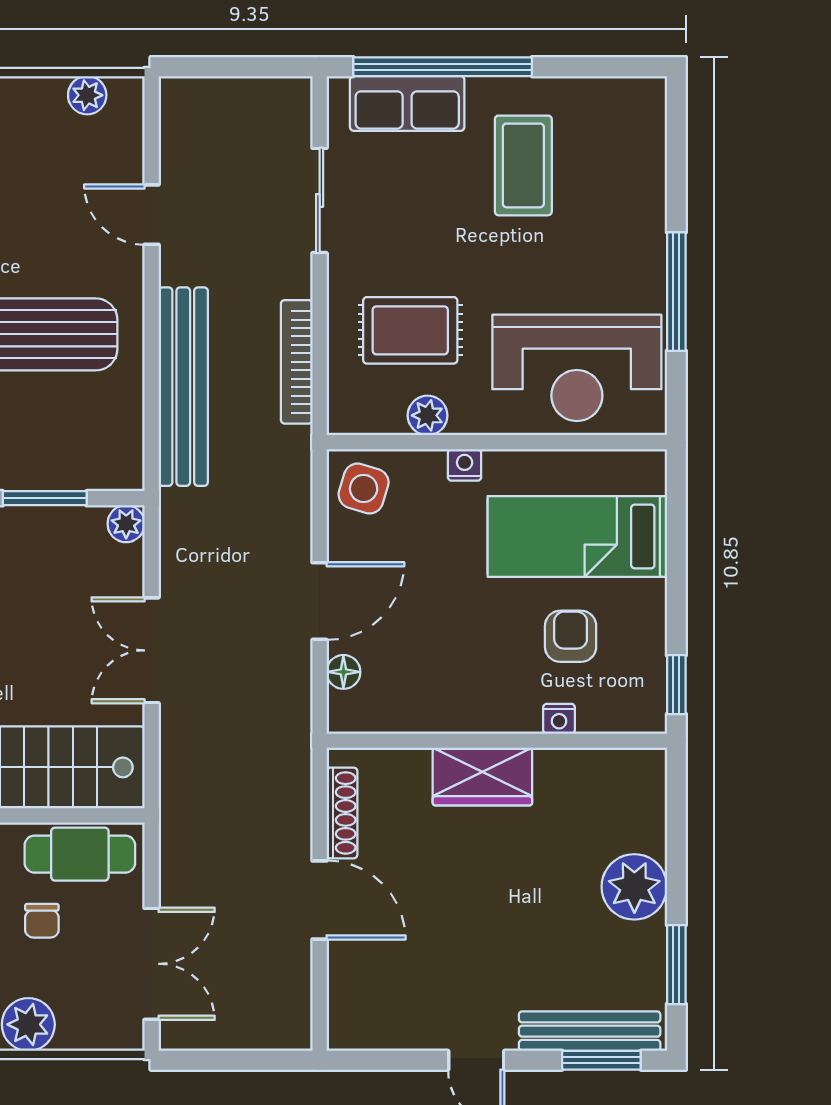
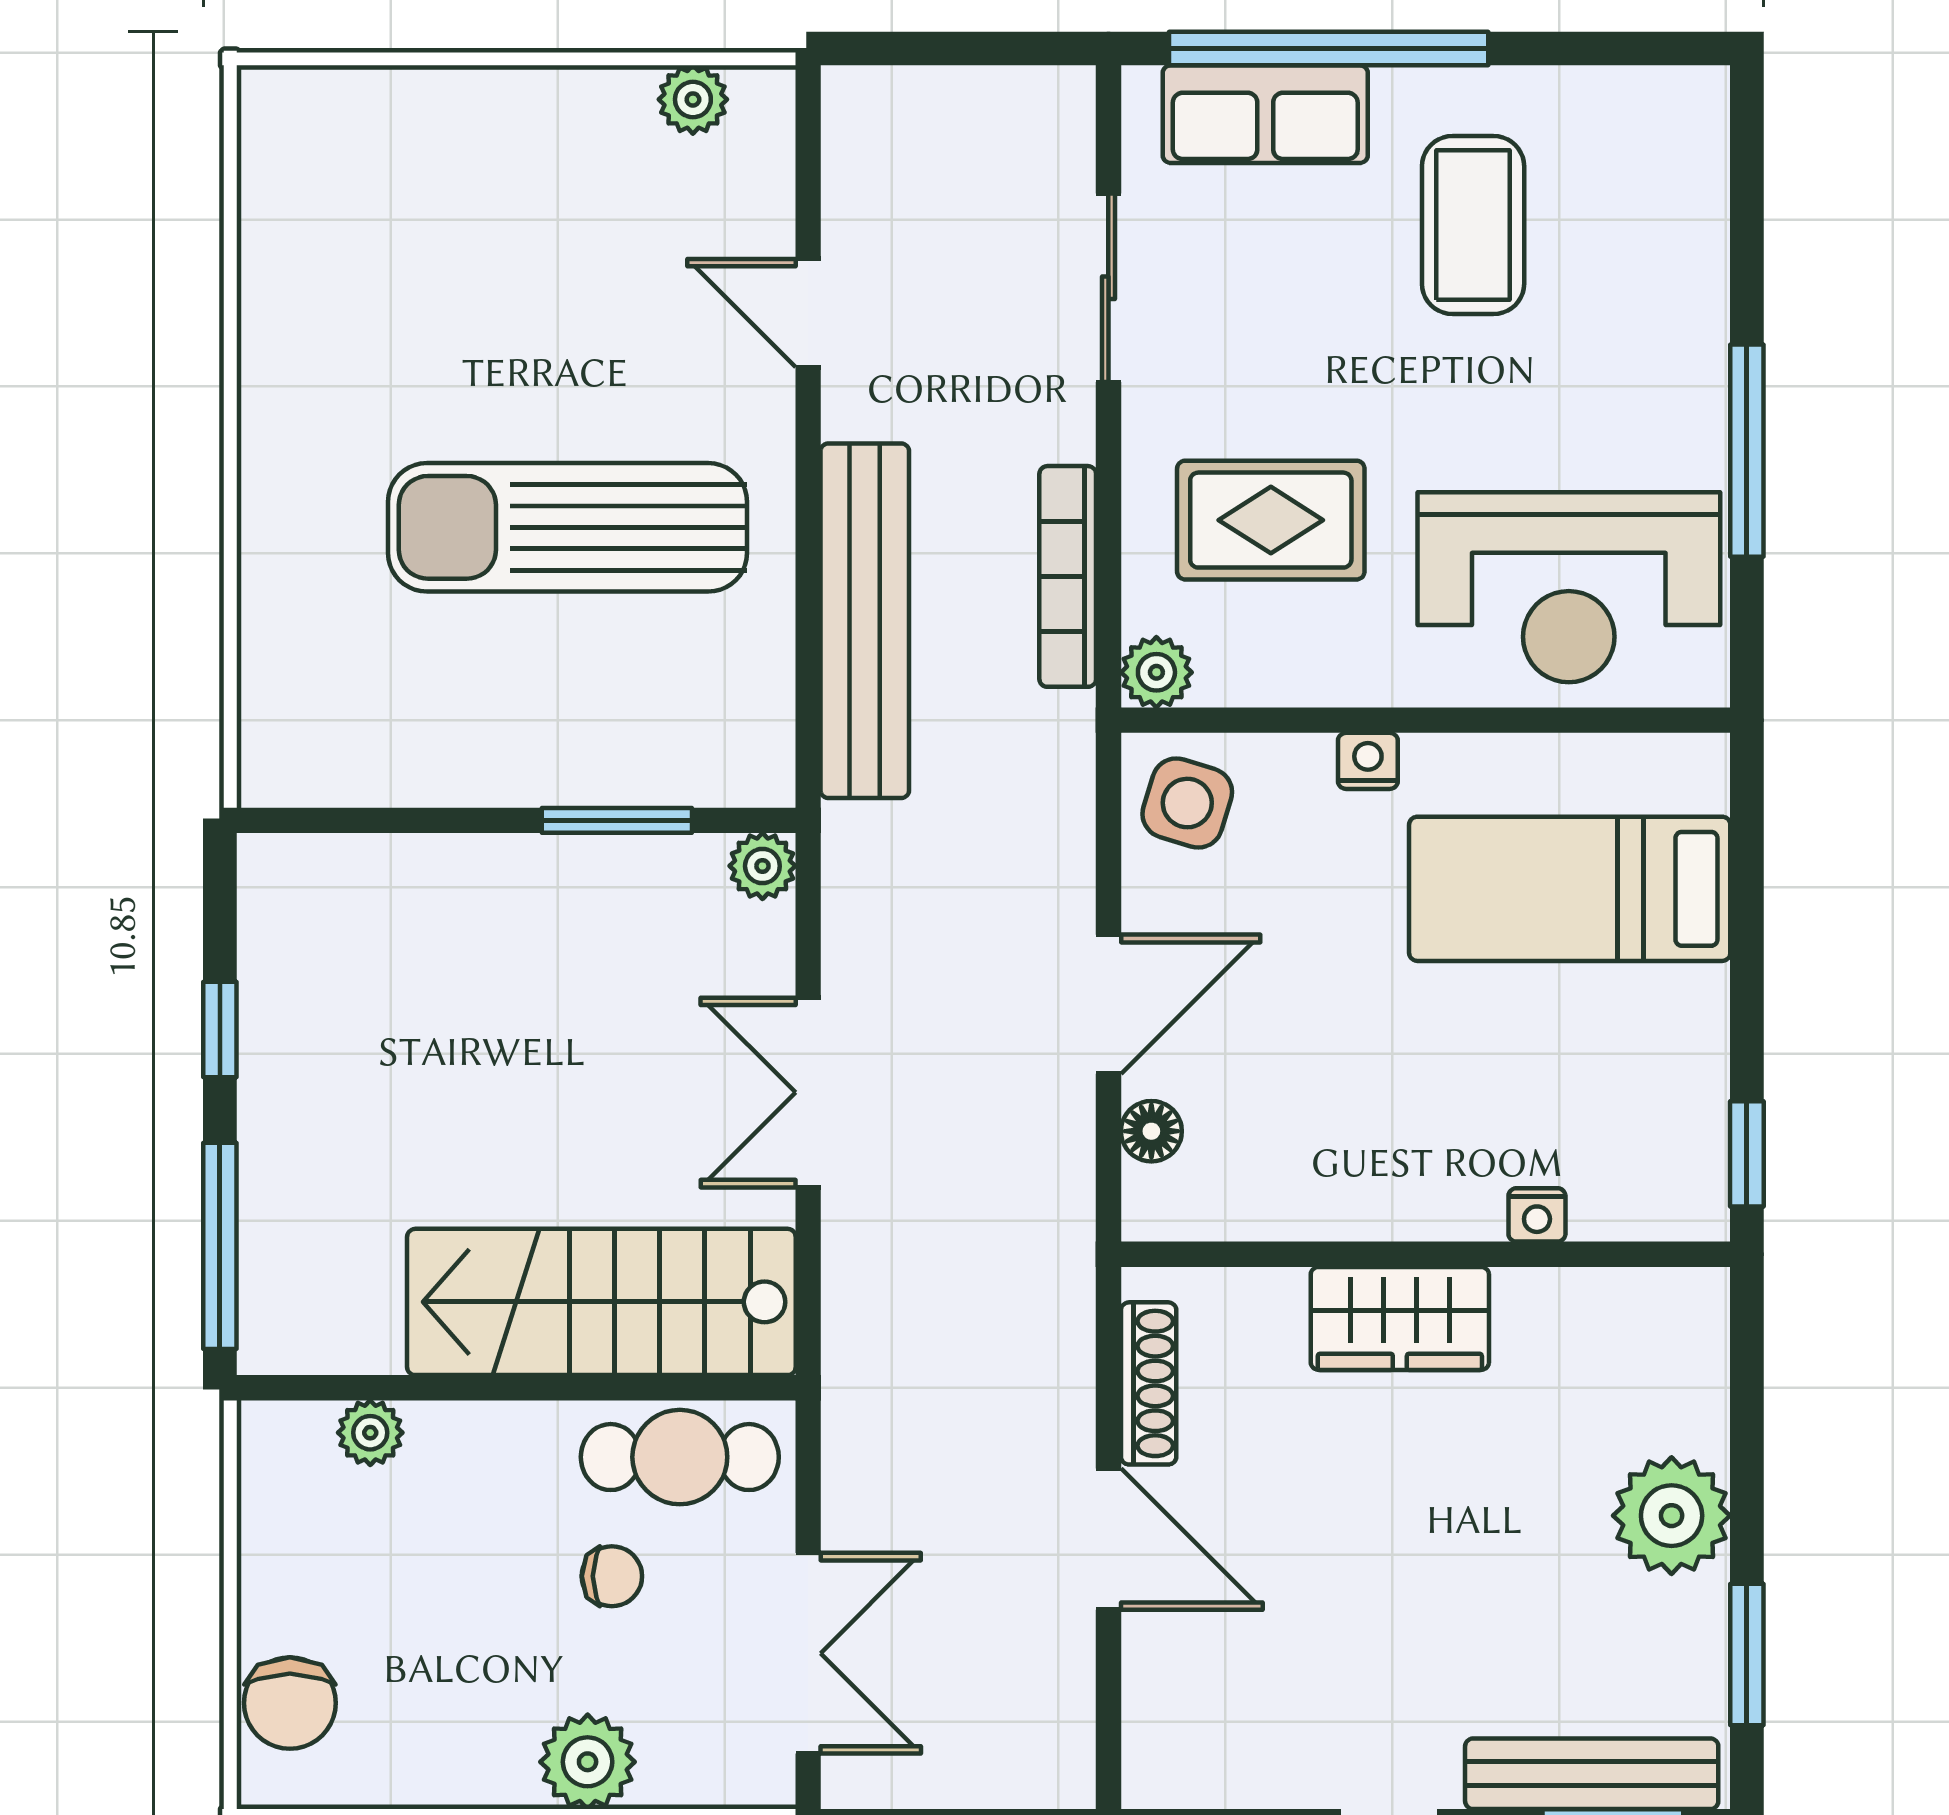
plant: (428, 415) -> (1156, 672), moved
armchair: (571, 636) -> (1558, 1067), removed
chair: (42, 921) -> (612, 1576), turned -90

